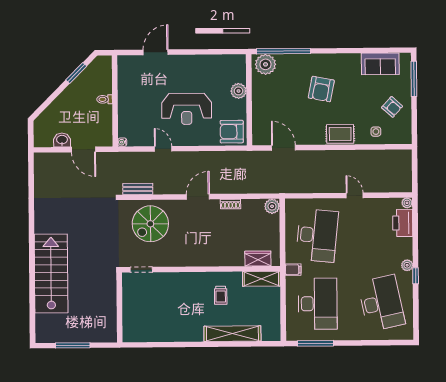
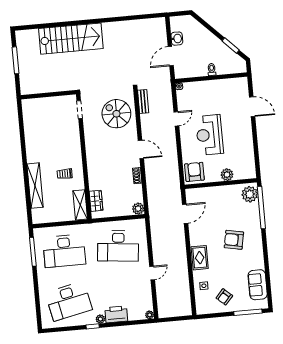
printer: (403, 223) -> (116, 314), moved
filing cabinet: (293, 270) -> (90, 229), removed

